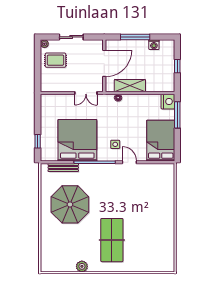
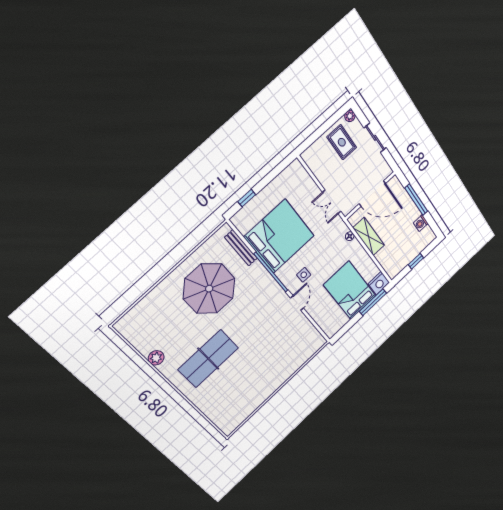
bed: (161, 141) -> (350, 290), moved, turned -90

